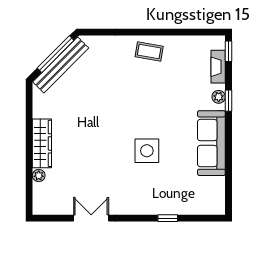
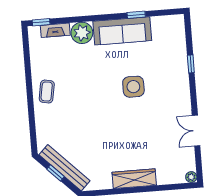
window: (56, 54) -> (55, 173), width x0.46
plant: (219, 97) -> (82, 33), width x1.88, depth x1.88
window: (229, 101) -> (136, 15), moved
plant: (39, 176) -> (191, 177), moved

